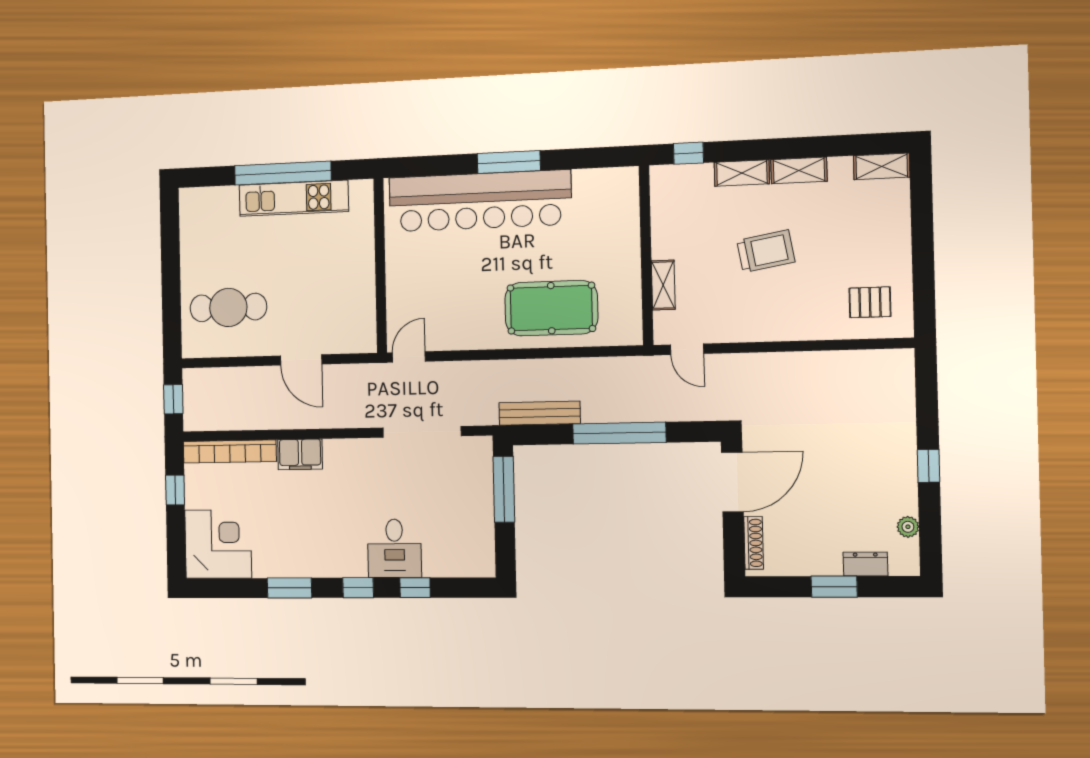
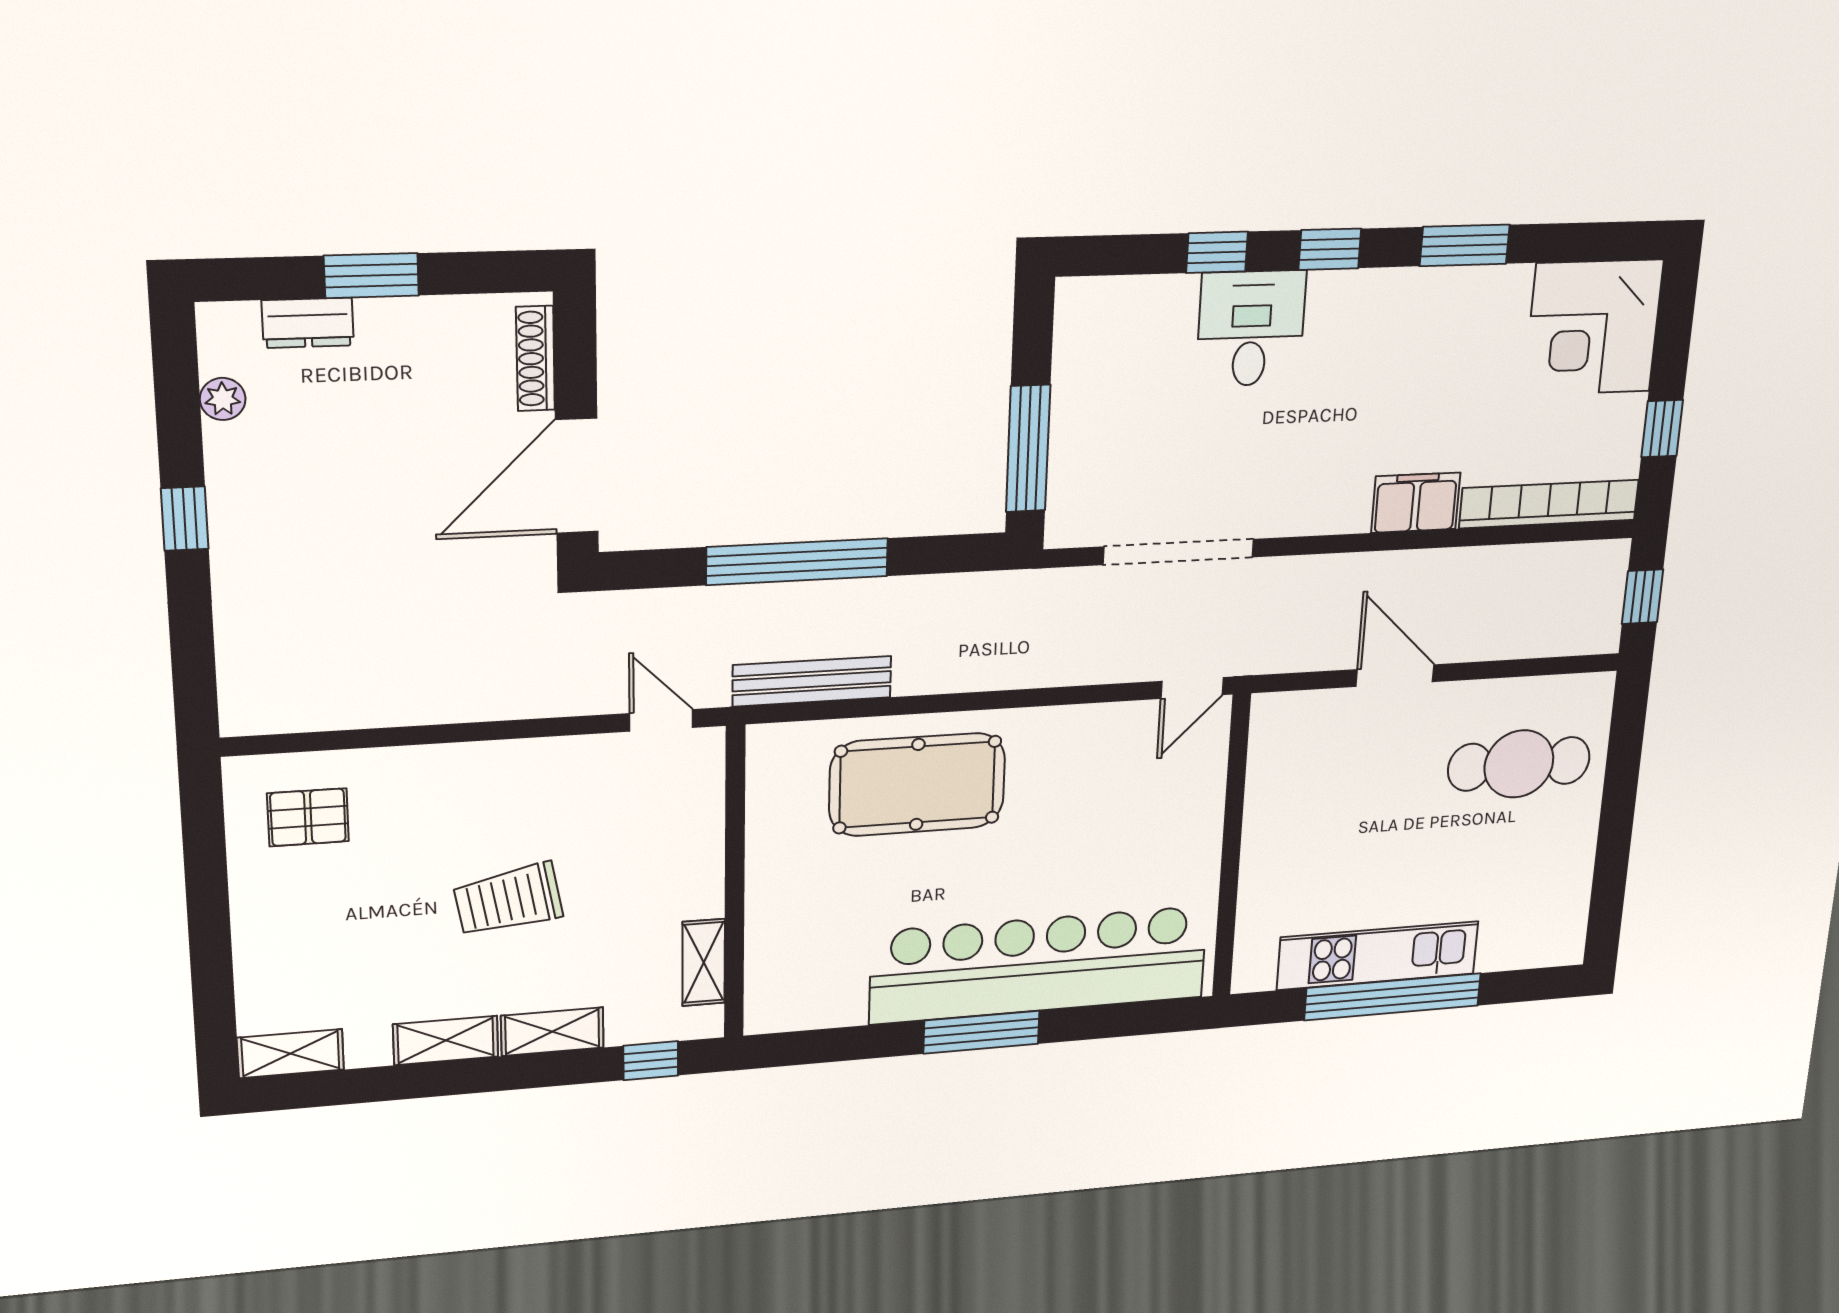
shelving: (663, 285) -> (704, 962), moved
bench: (540, 413) -> (812, 681), moved

